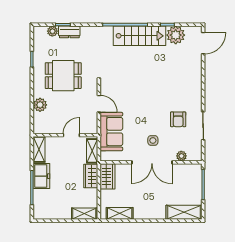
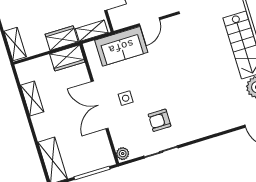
plant: (181, 156) -> (123, 154), moved
shelving: (120, 213) -> (32, 98), moved

